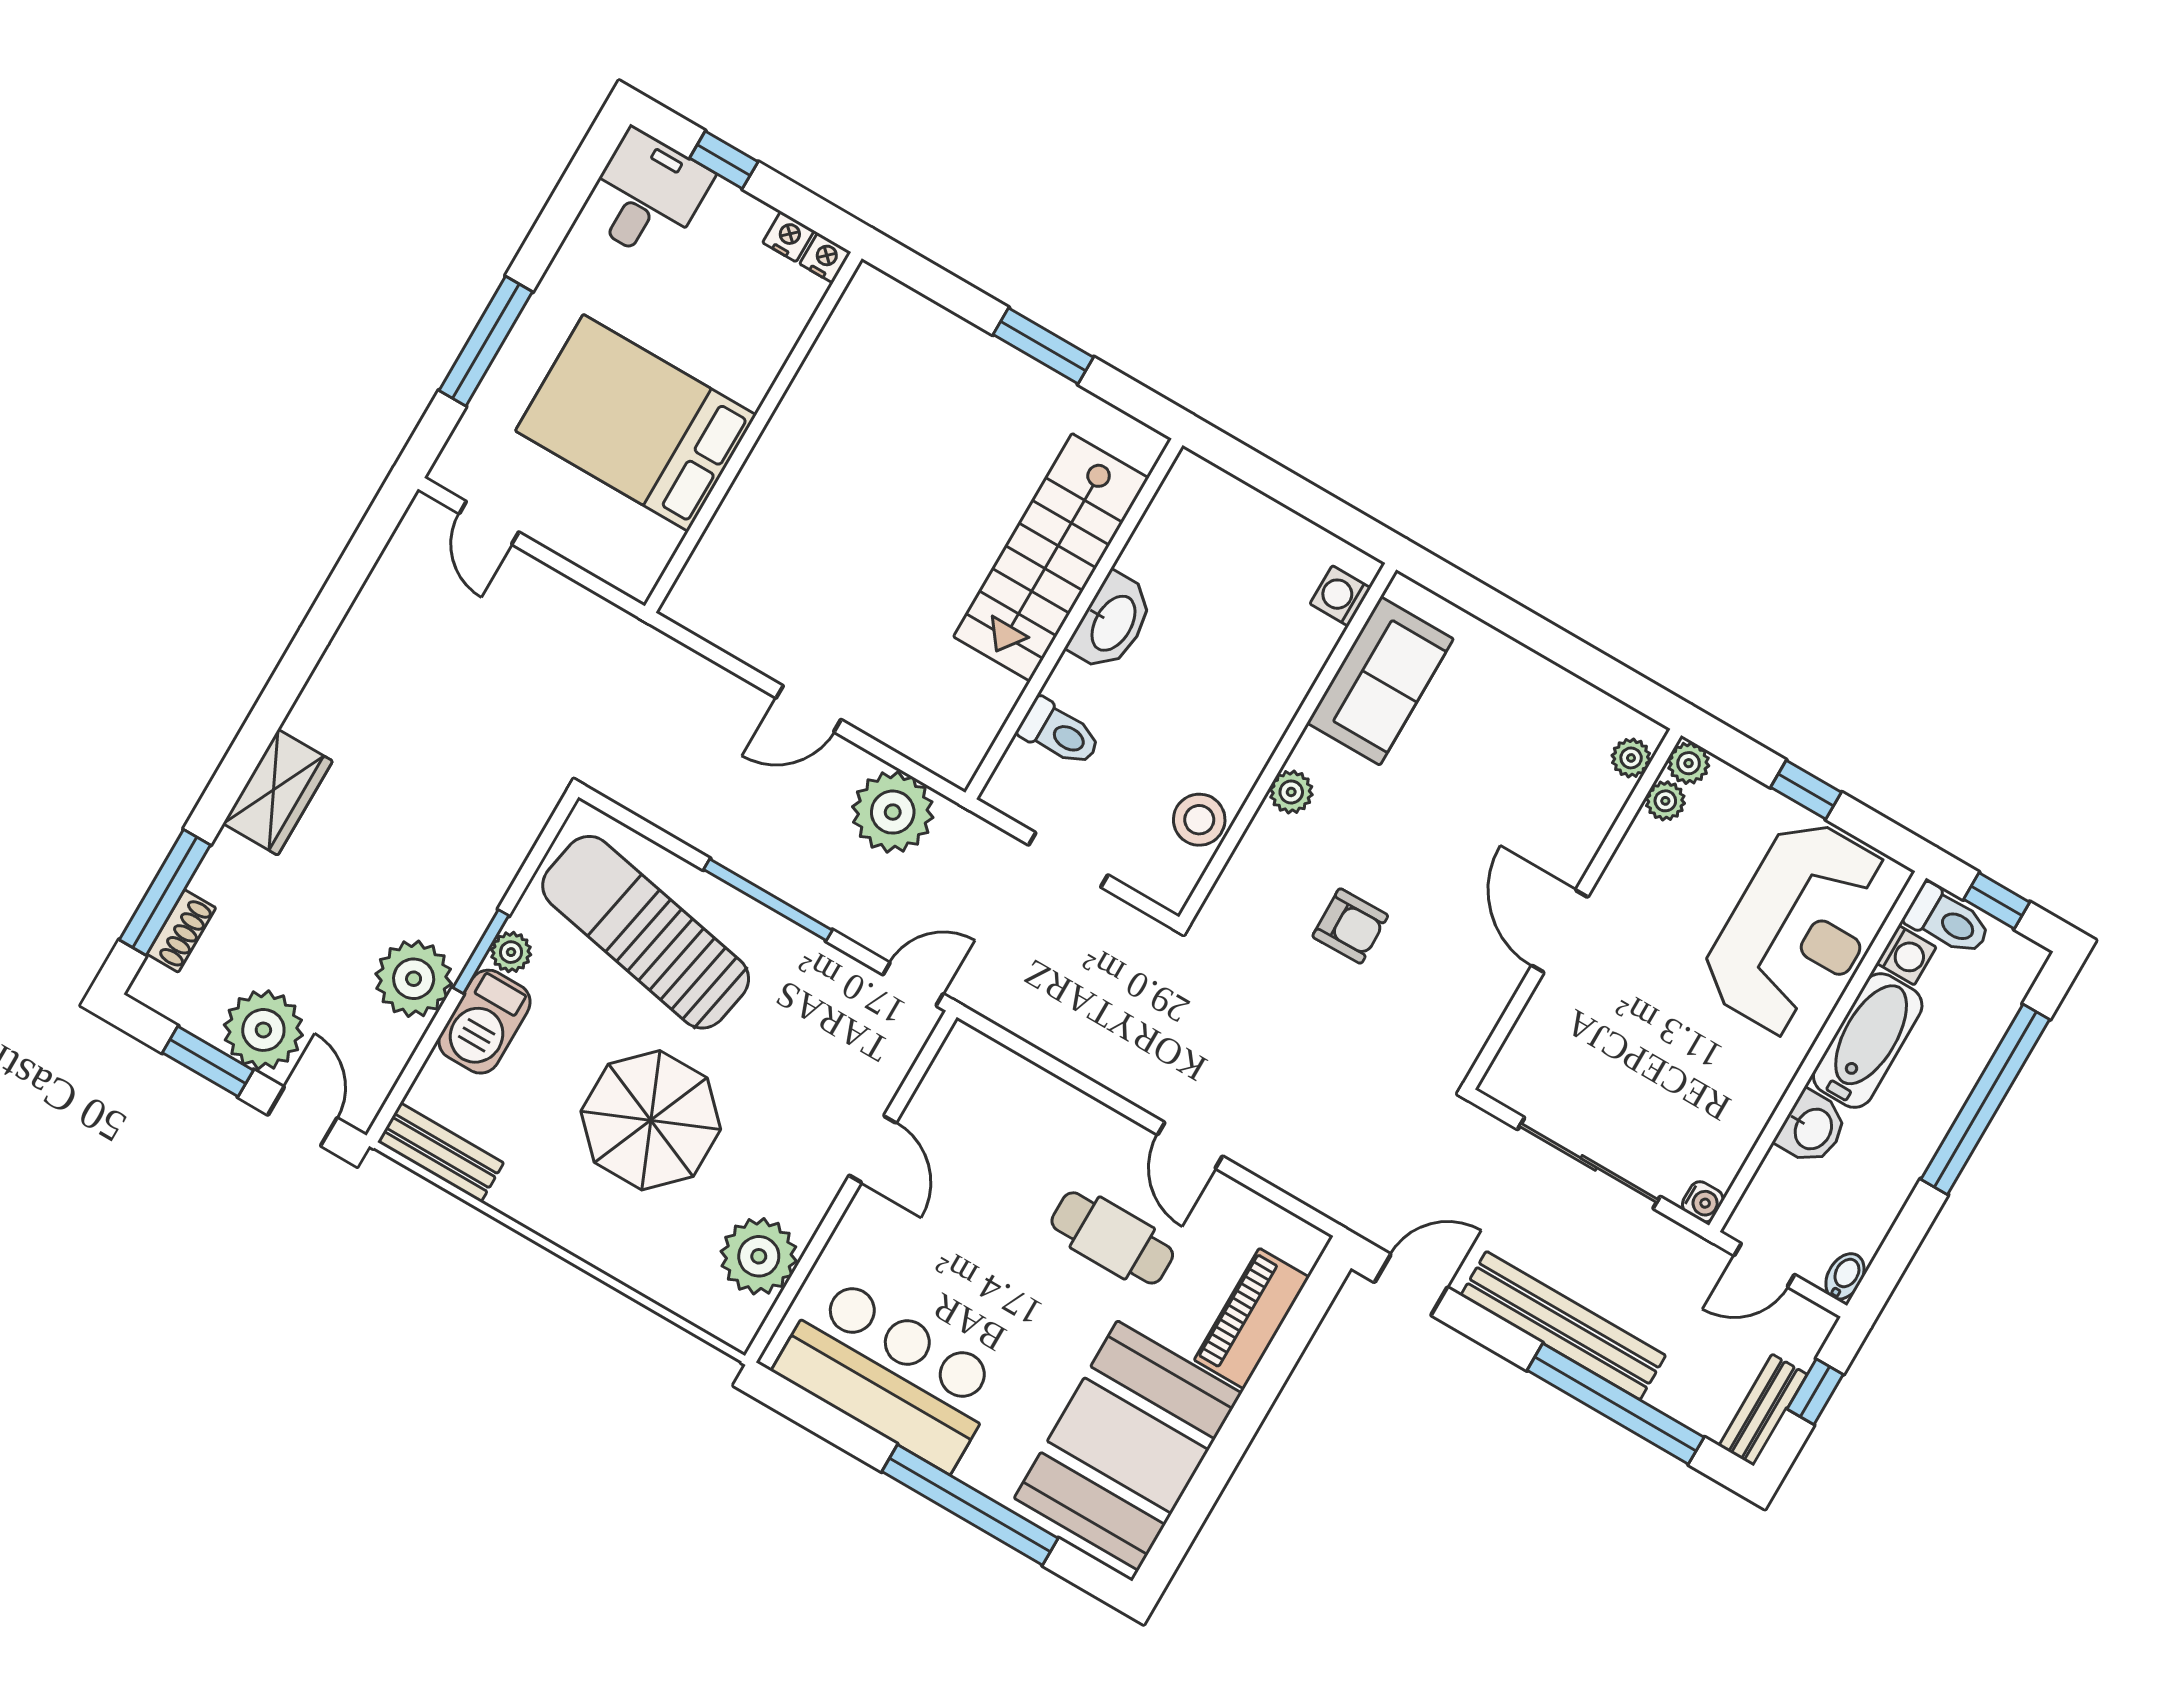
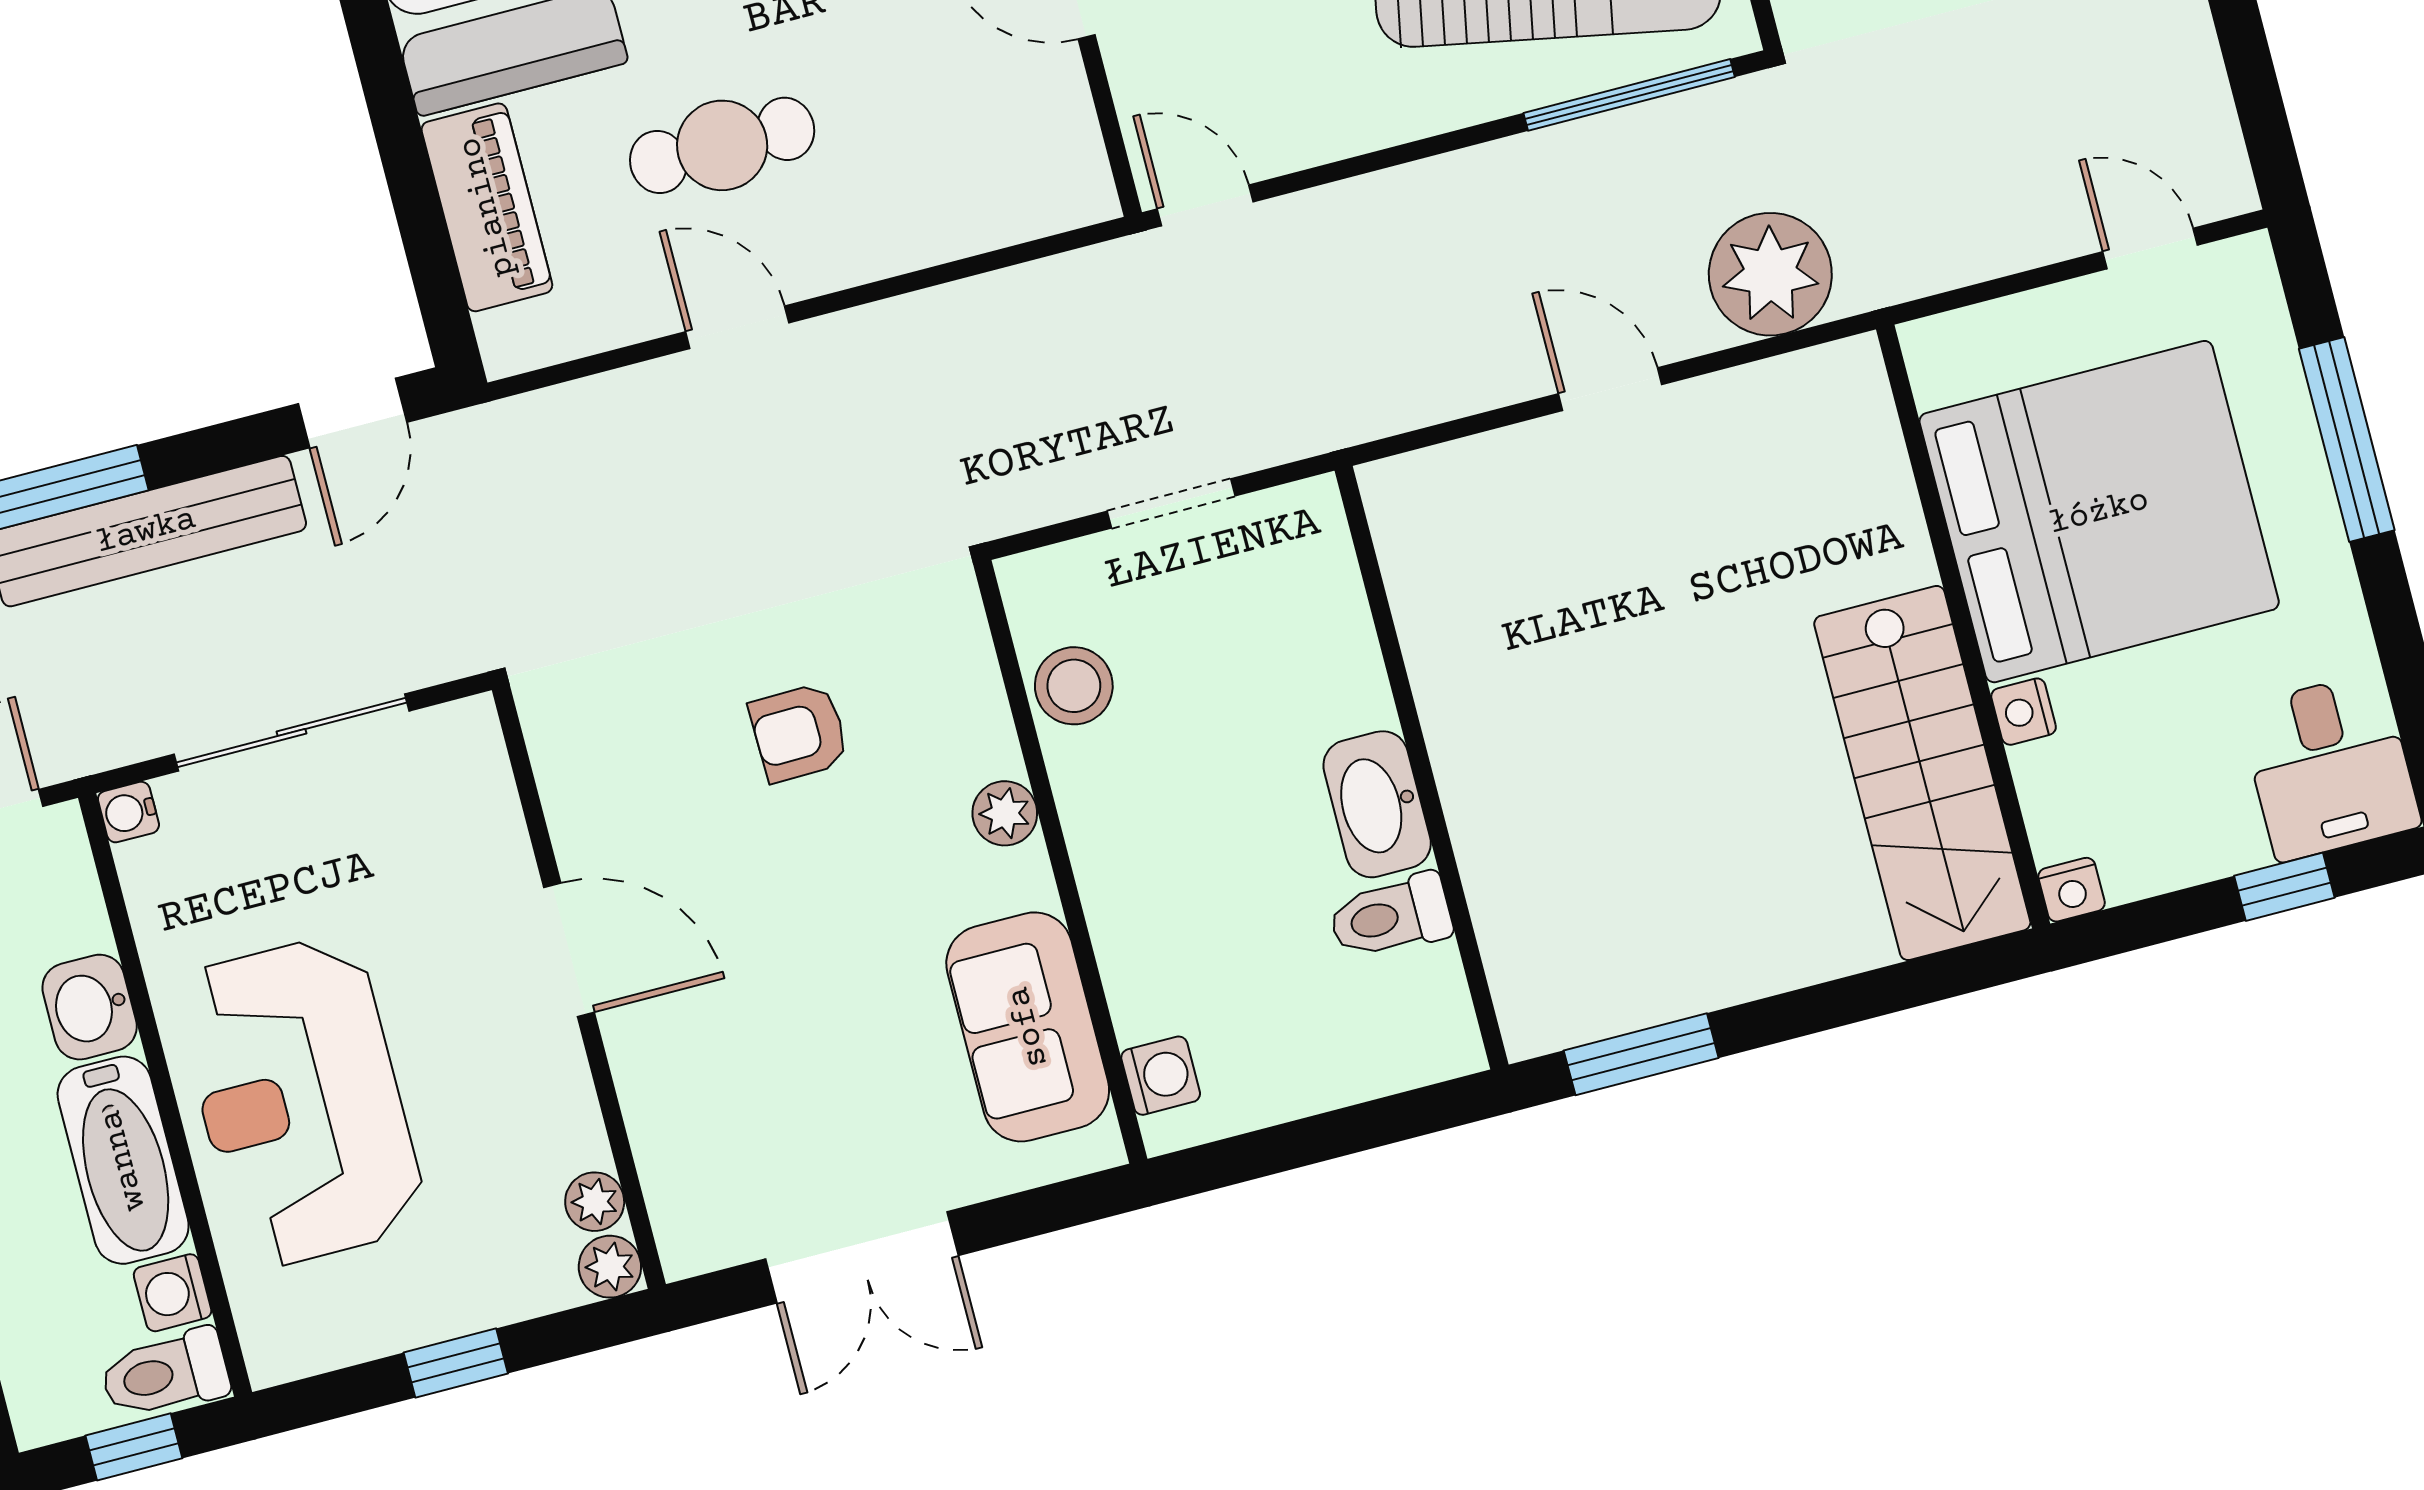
nightstand: (788, 237) -> (2024, 712), moved, turned 90
window: (1043, 346) -> (1641, 1054), moved
bed: (636, 423) -> (2099, 512), width x1.36
stairs: (1051, 557) -> (1922, 773), moved, turned 180
double door: (1566, 650) -> (862, 1257), added
door: (809, 709) -> (1610, 389), hinge flipped
toilet: (1059, 733) -> (1390, 916), moved
plant: (1631, 758) -> (677, 1211), removed
plant: (893, 812) -> (1770, 274), moved
window: (768, 900) -> (1629, 95), moved
reception desk: (1798, 929) -> (300, 1102), moved
door: (913, 984) -> (1205, 205), swing flipped

